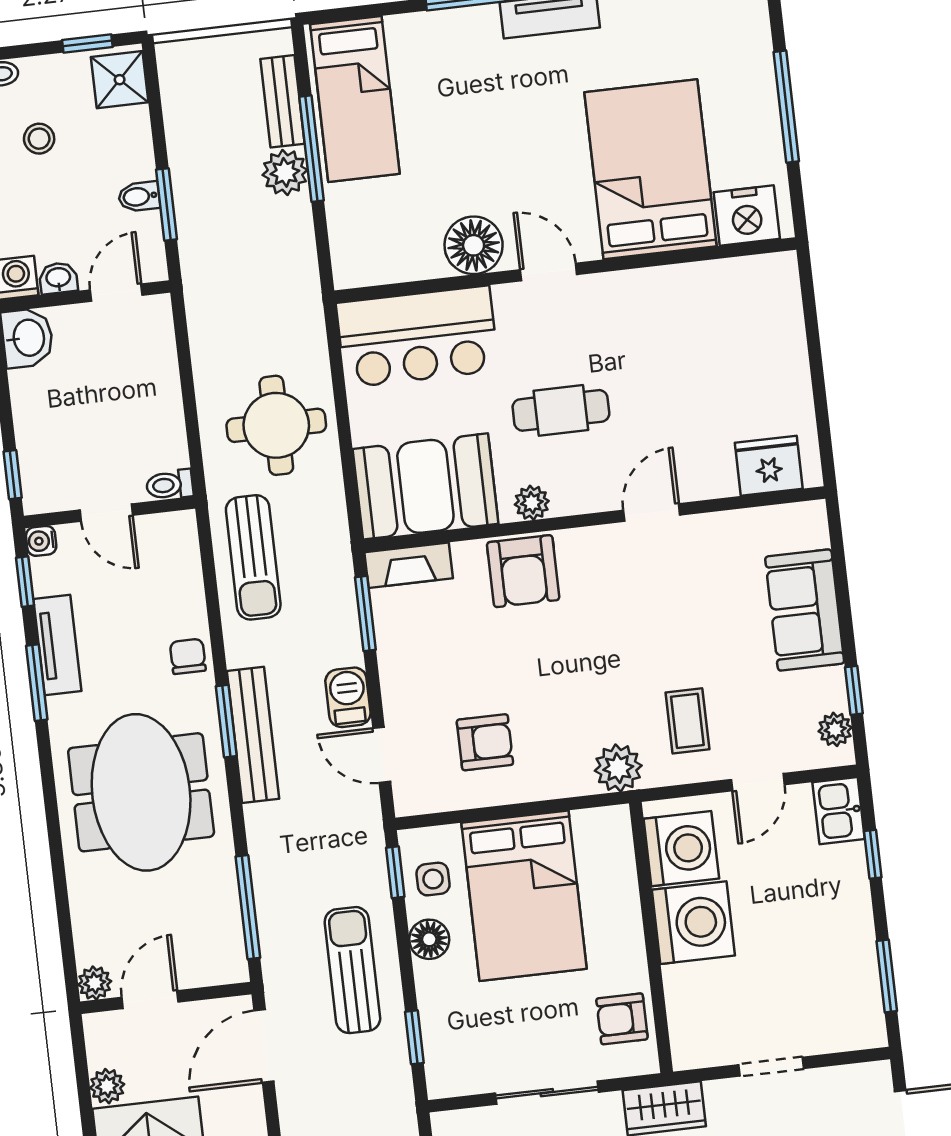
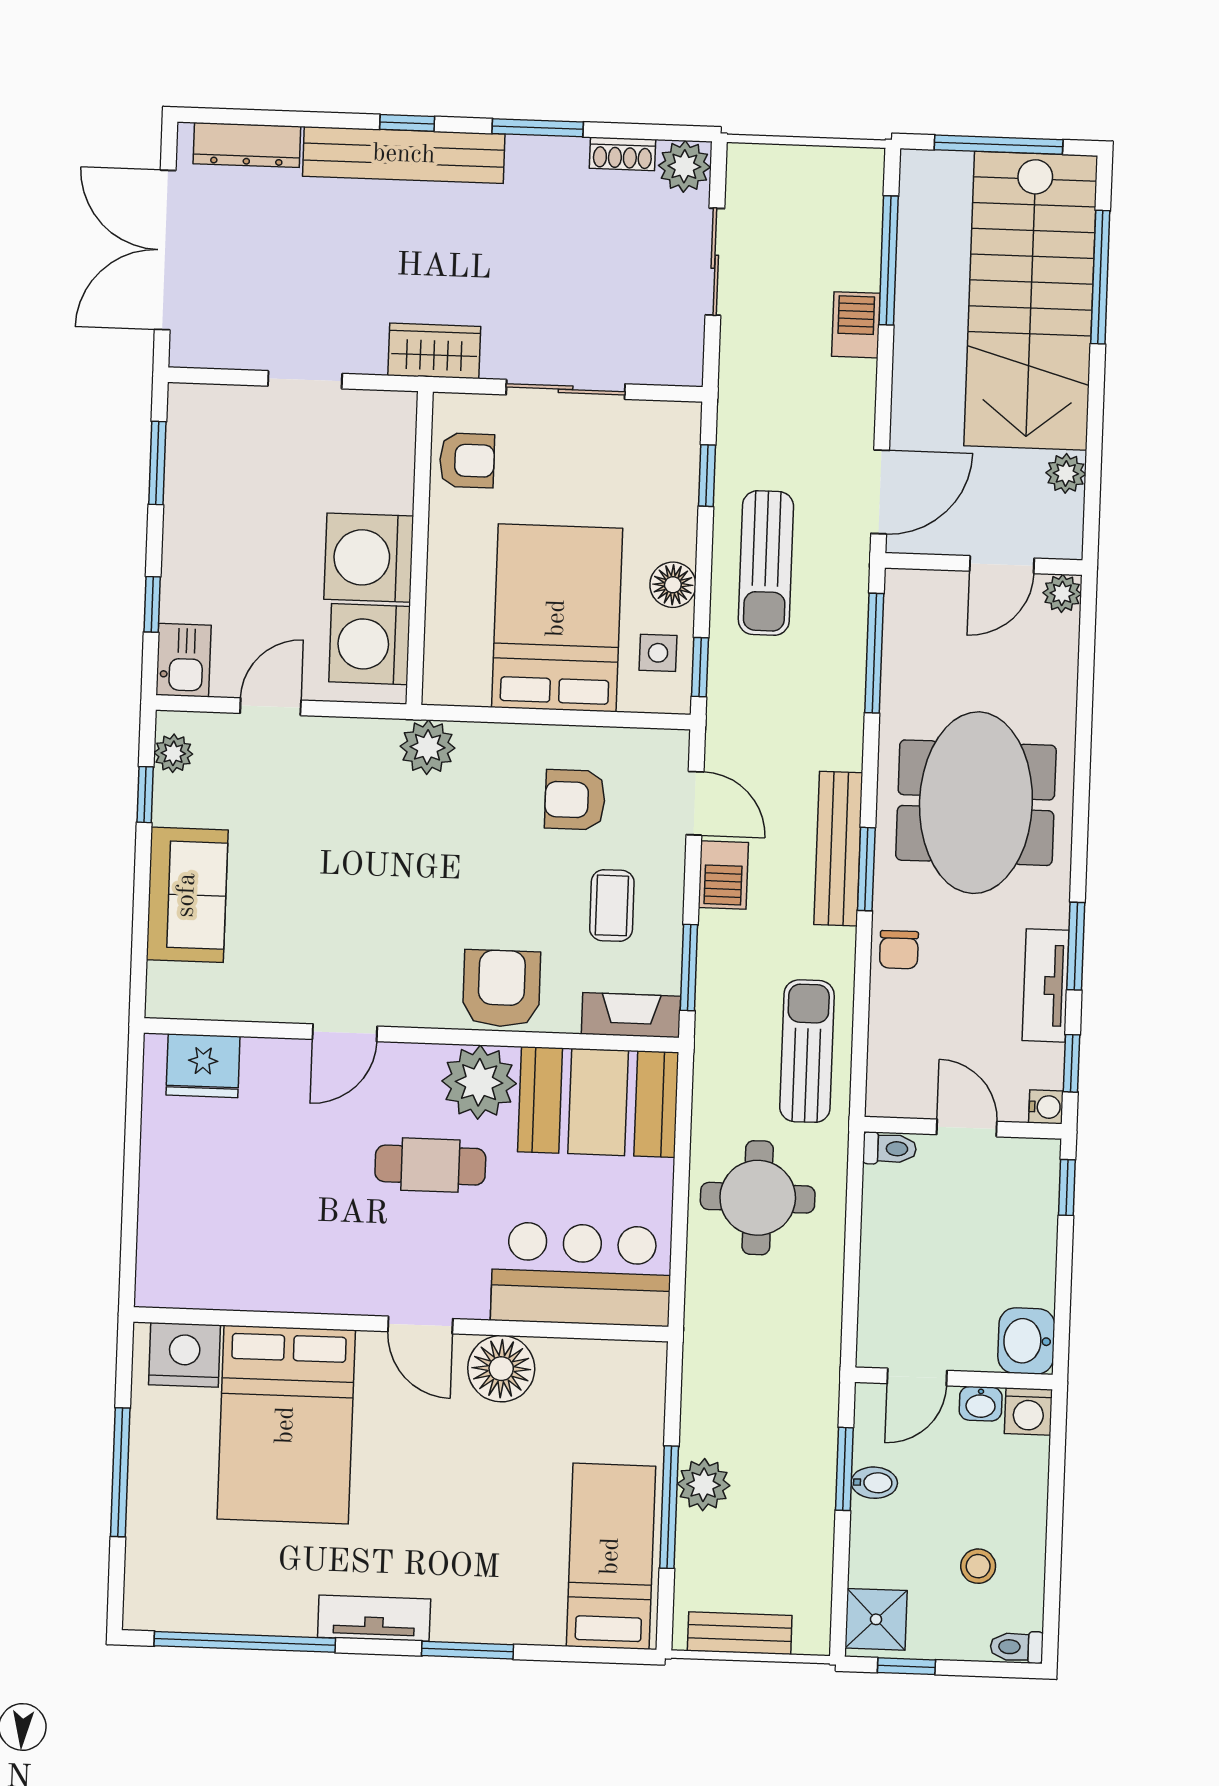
bench: (283, 101) -> (740, 1633), moved, turned 90
plant: (532, 503) -> (479, 1082), width x1.88, depth x1.88
coffee table: (687, 721) -> (612, 905), moved

